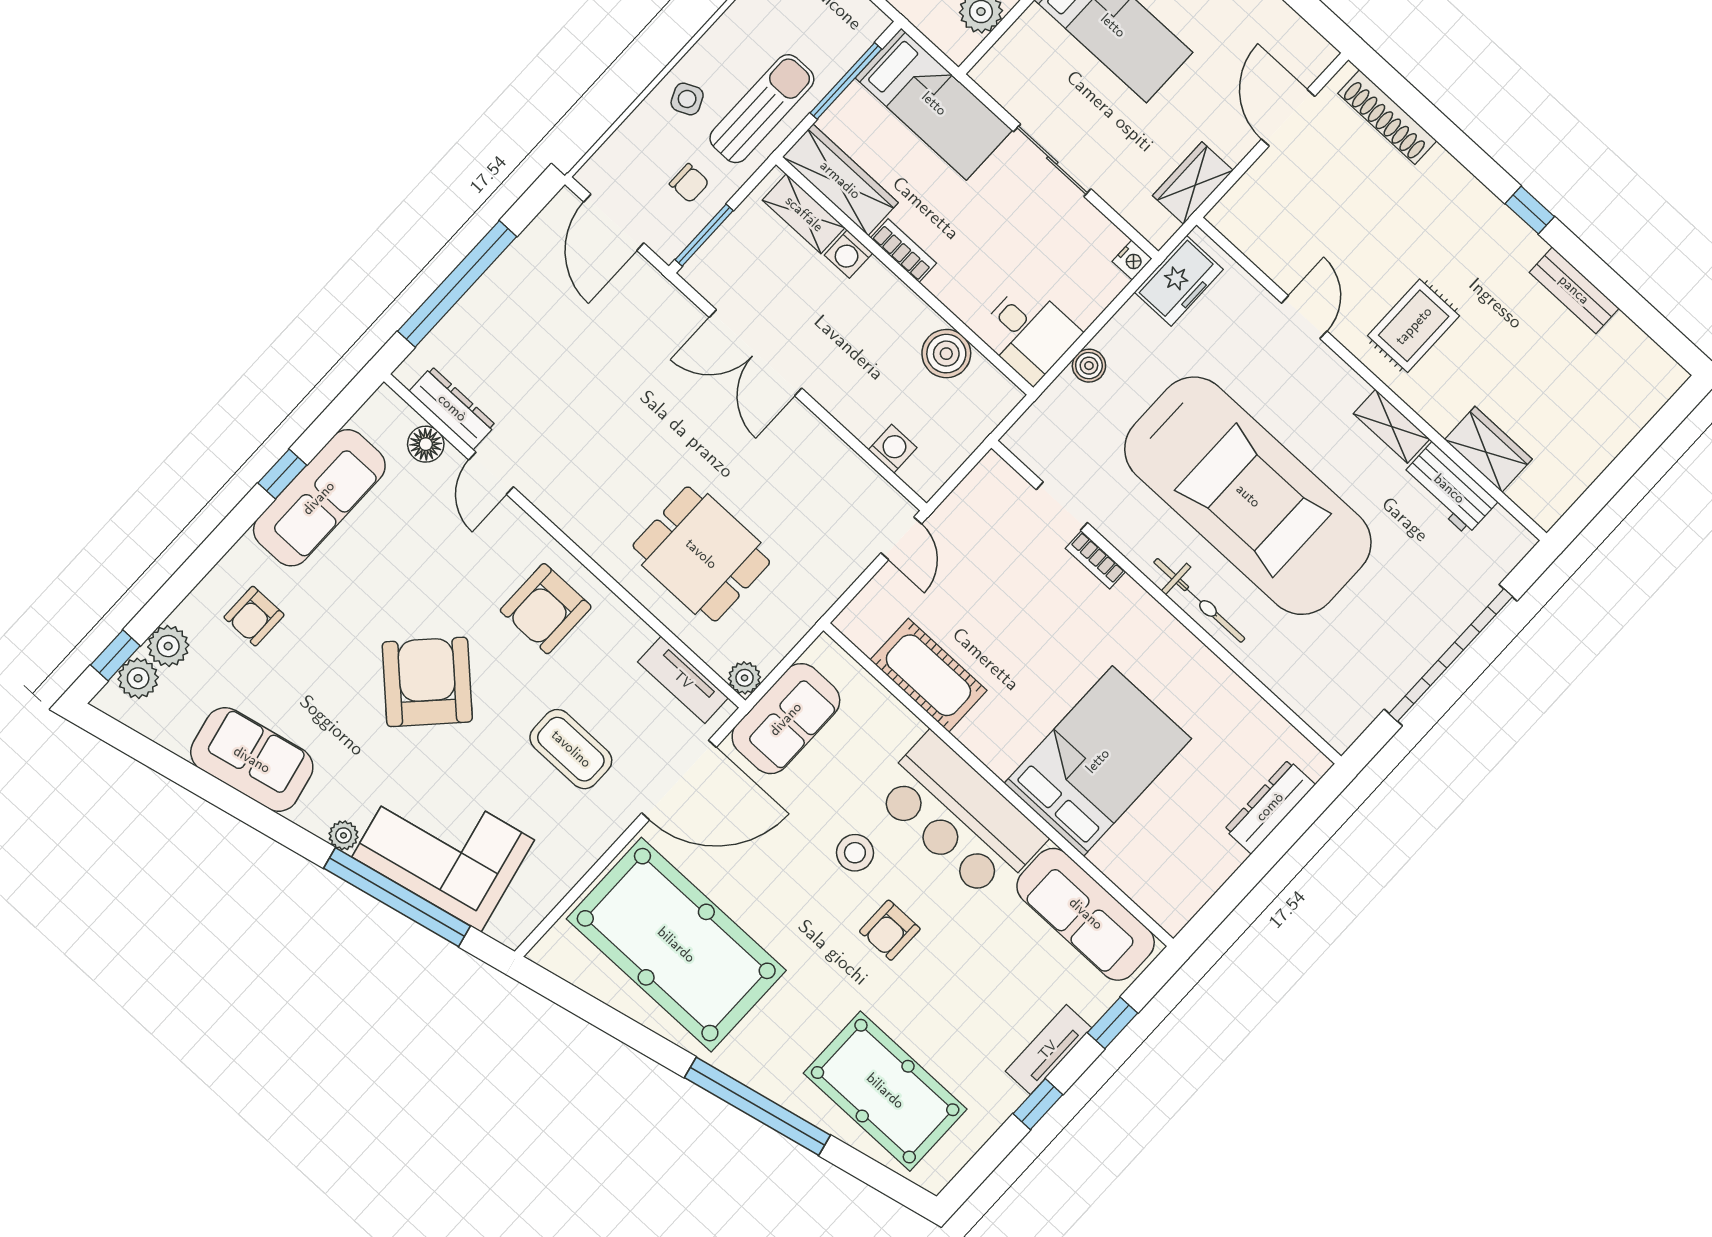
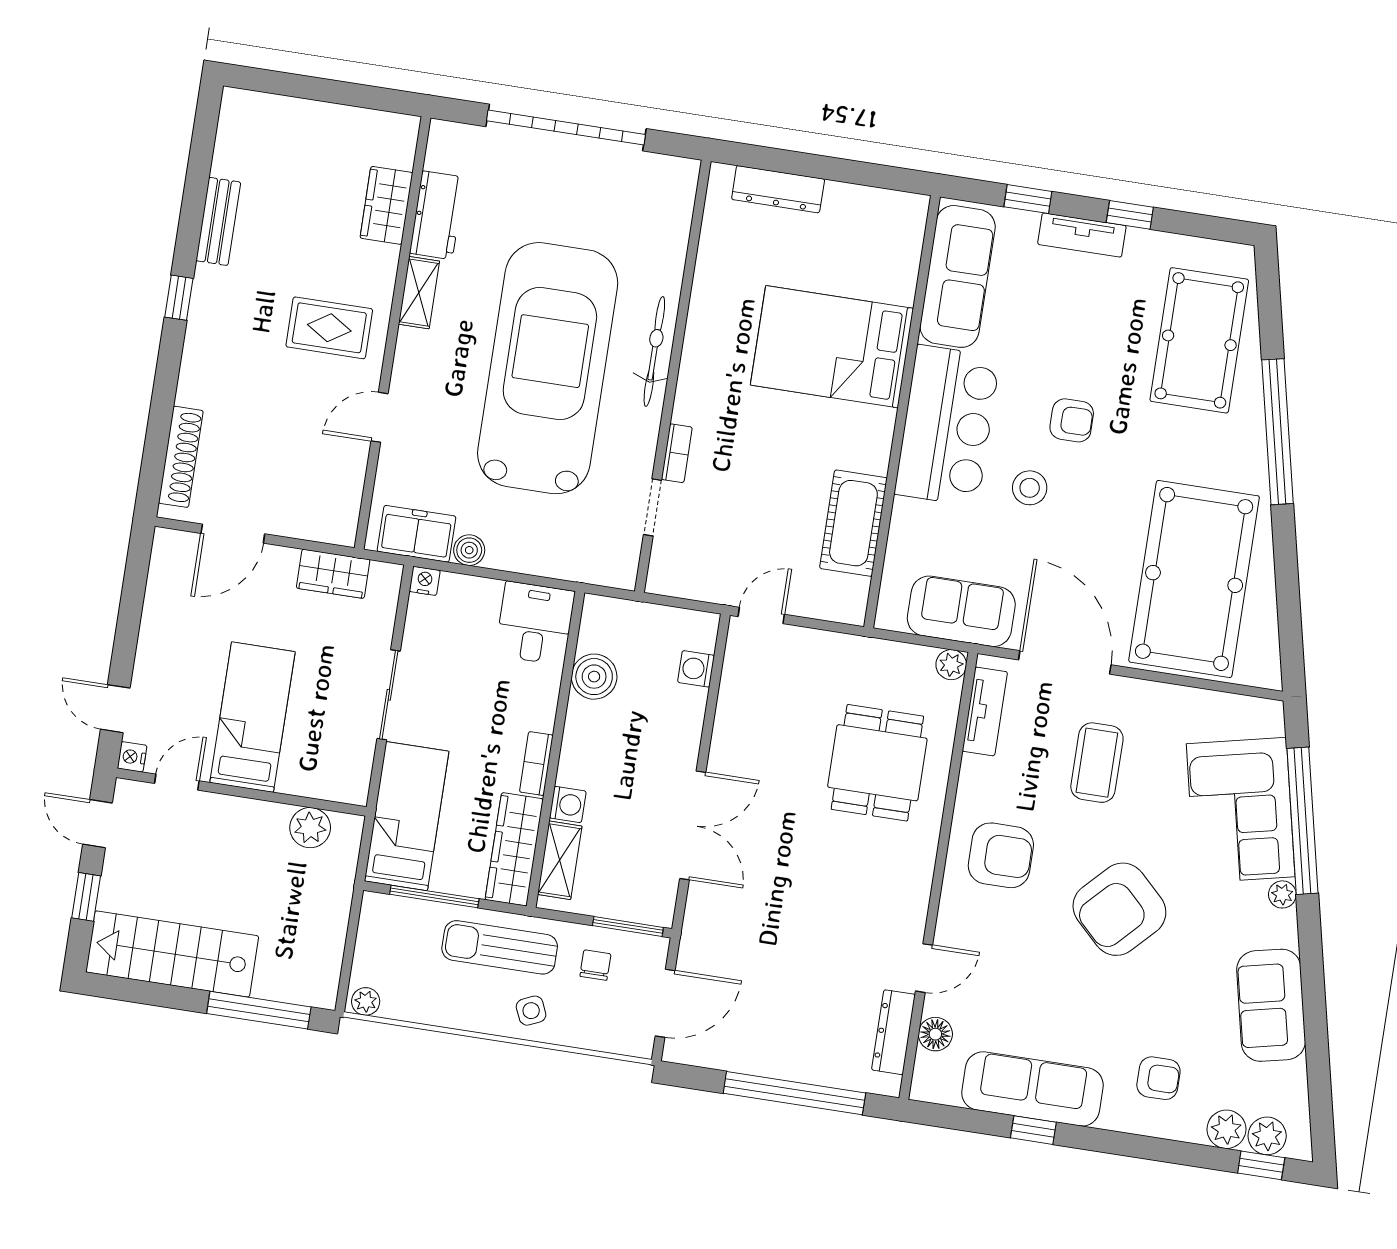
boiler: (1089, 366) -> (469, 550), moved

